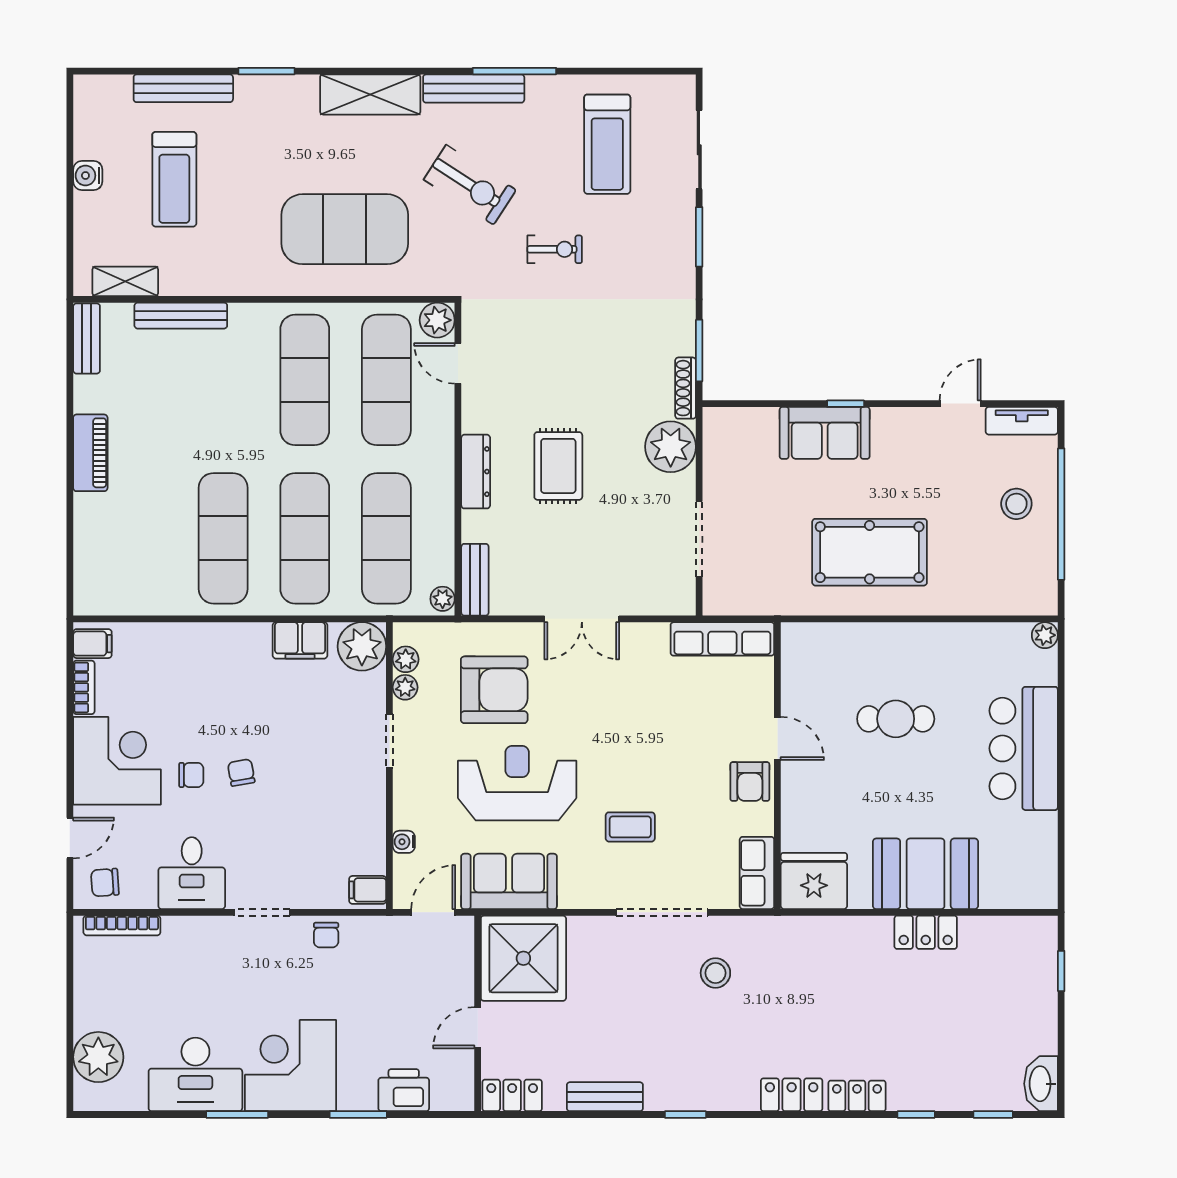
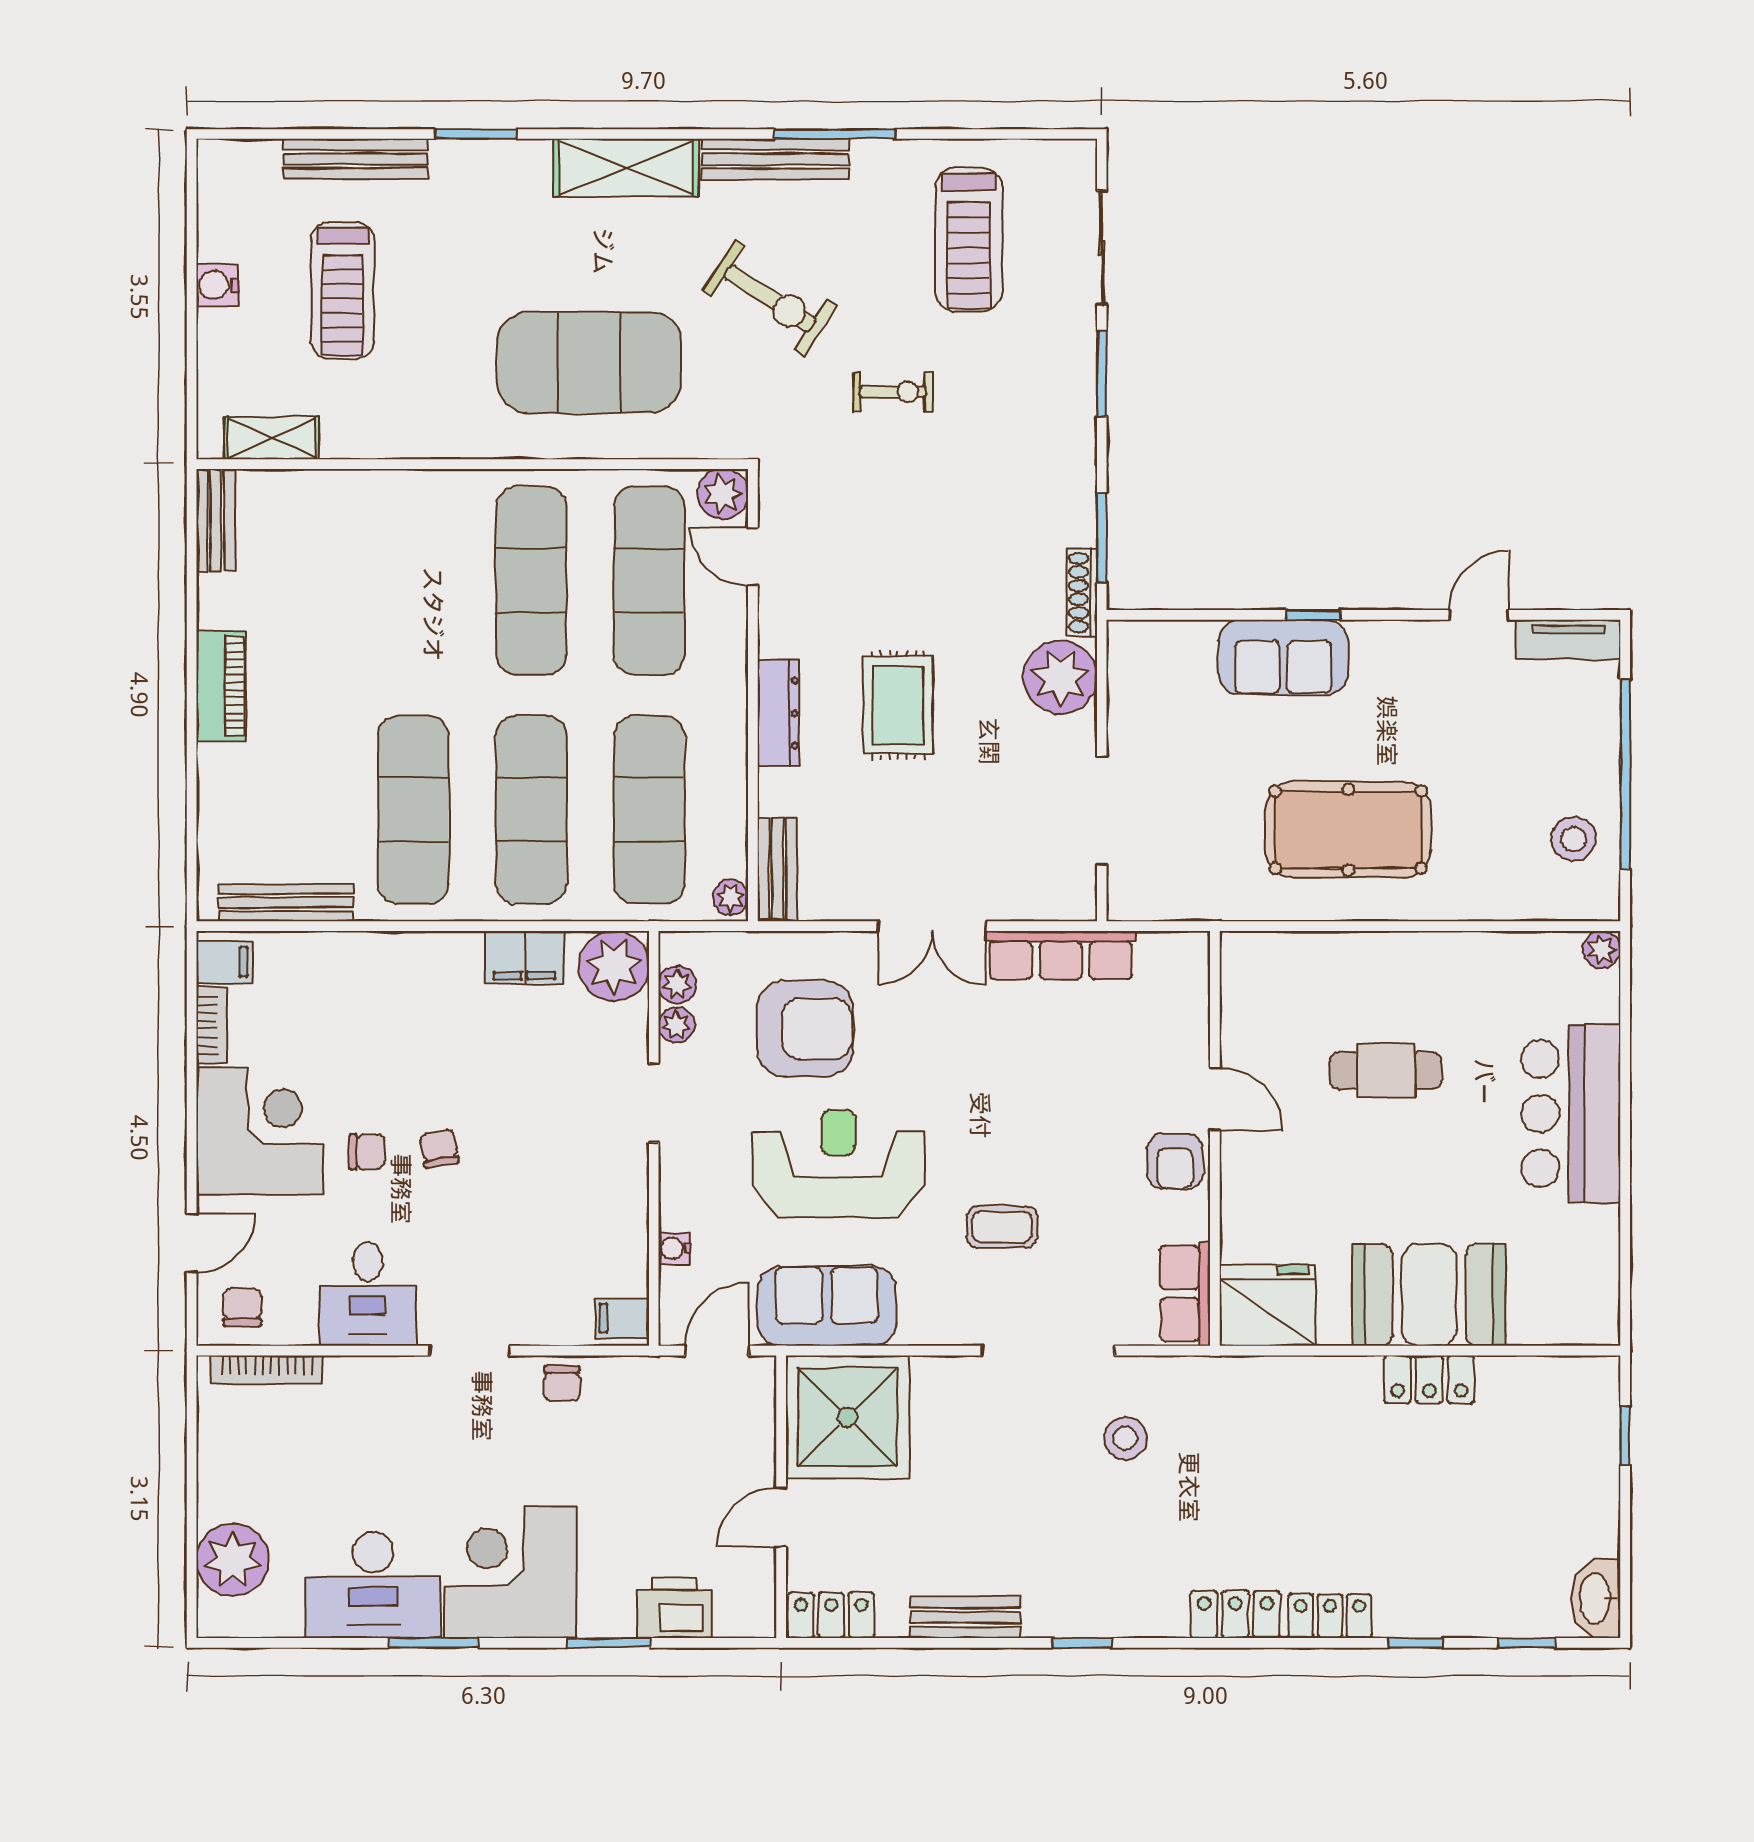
bench: (181, 316) -> (286, 903), moved
stool: (1016, 504) -> (1574, 839), moved
row of seats: (722, 639) -> (1061, 955), moved
chair: (105, 882) -> (242, 1307), turned 94

